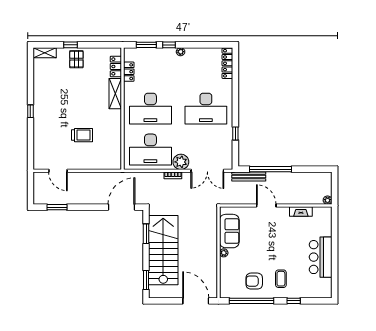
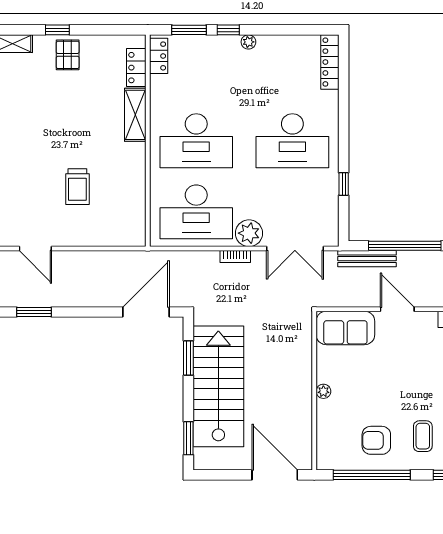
locker: (129, 72) -> (159, 56), moved
trolley: (82, 135) -> (77, 187), turned 90
sofa: (229, 231) -> (345, 328), moved, turned 90

